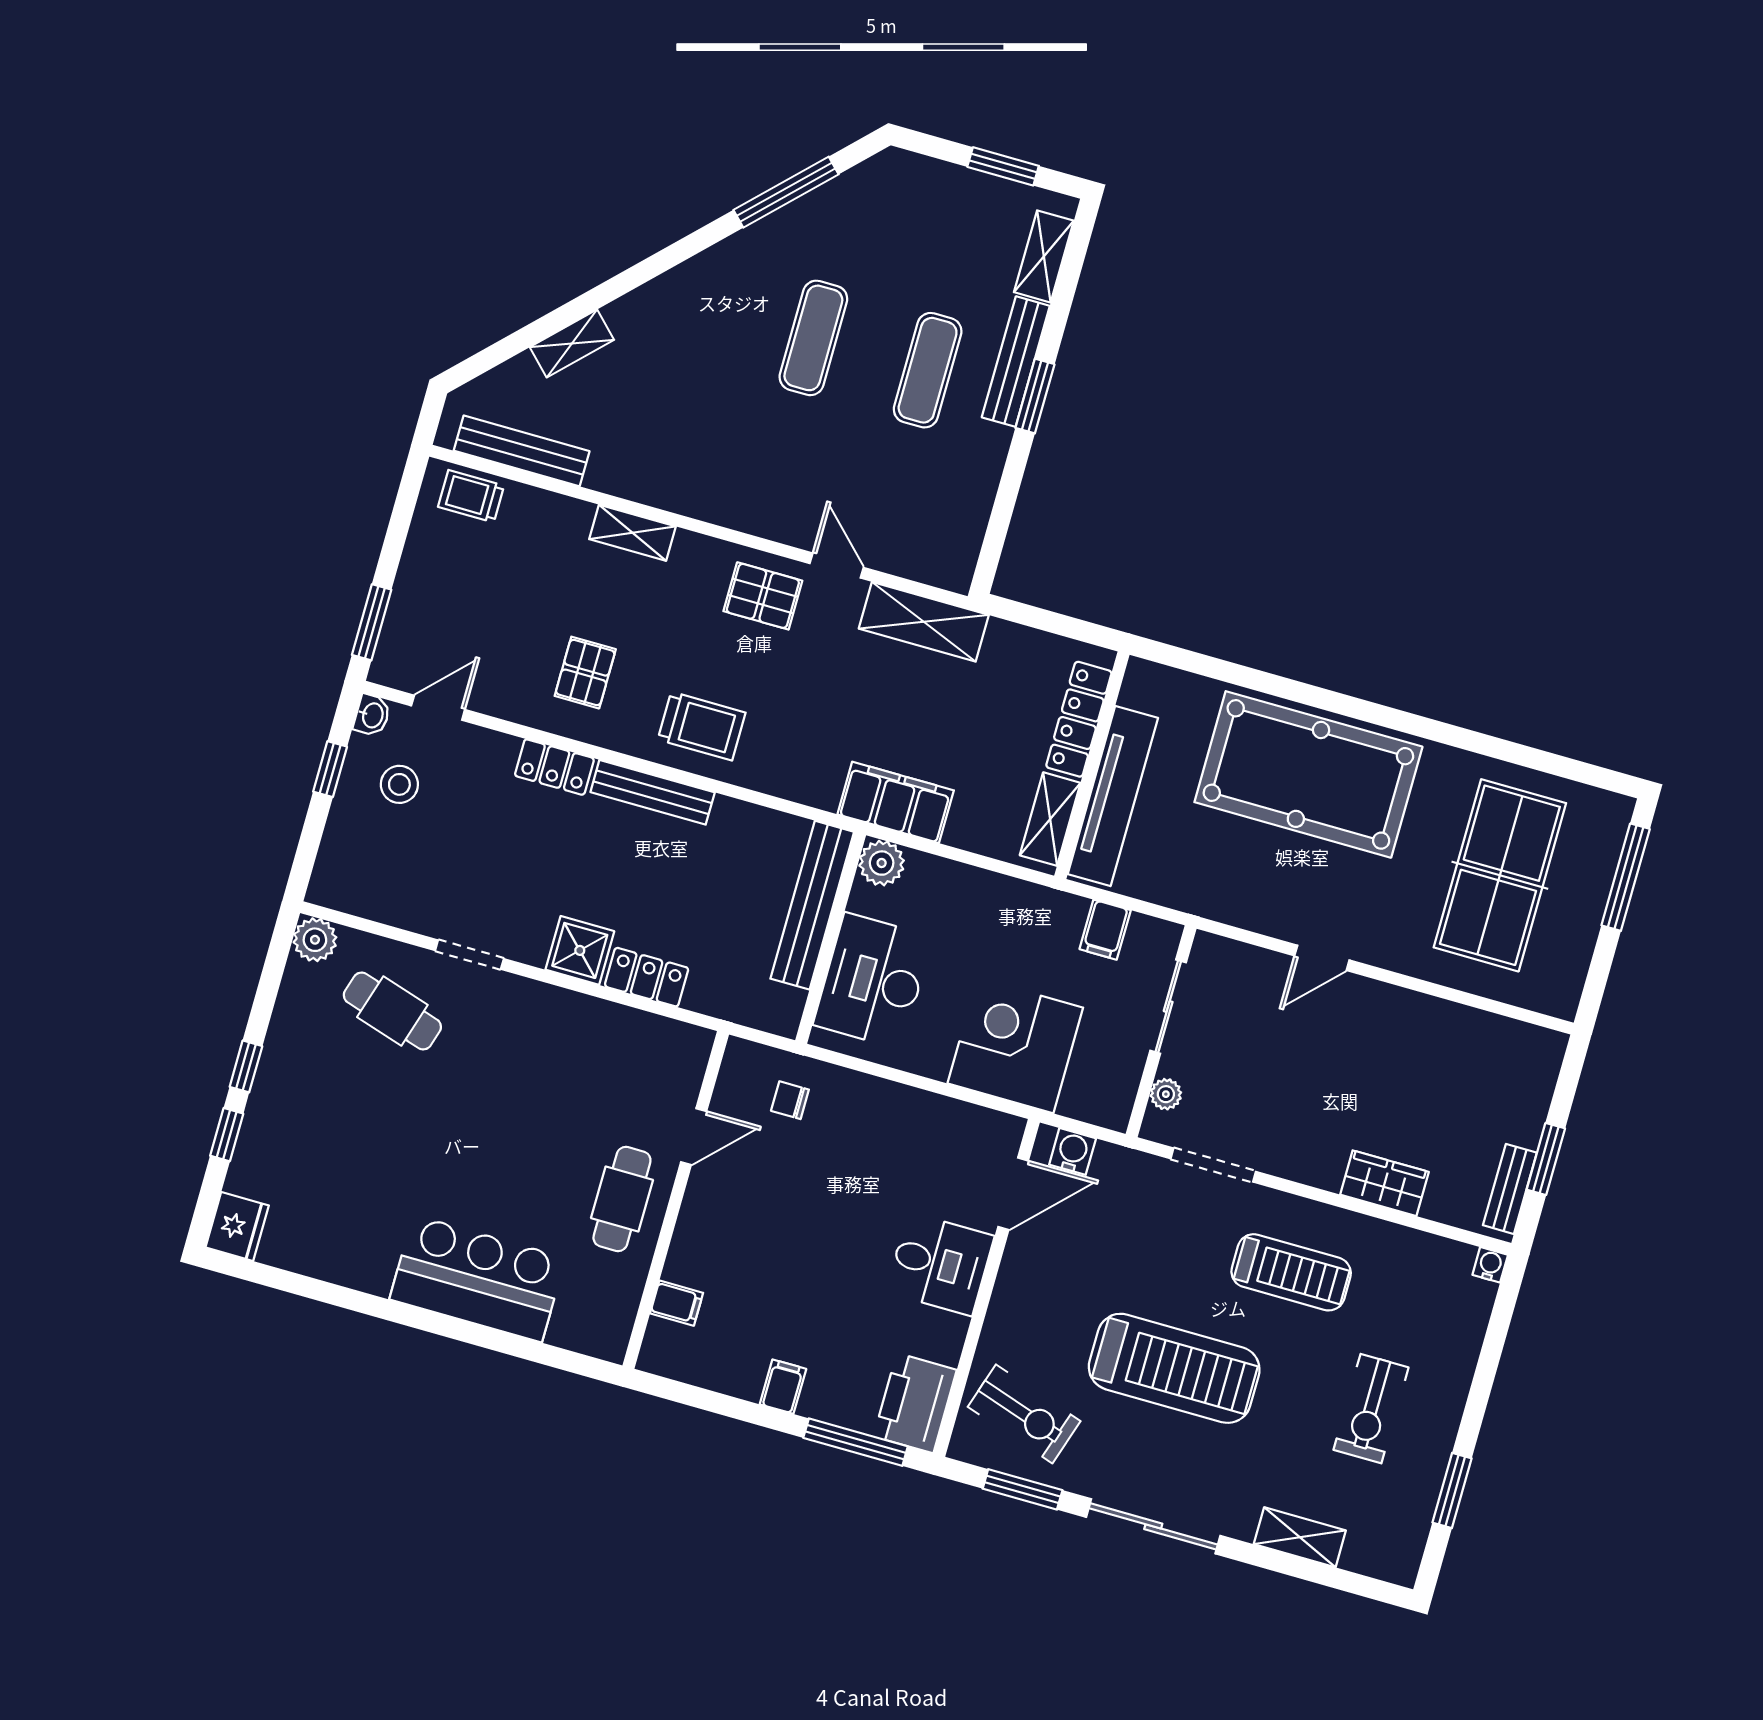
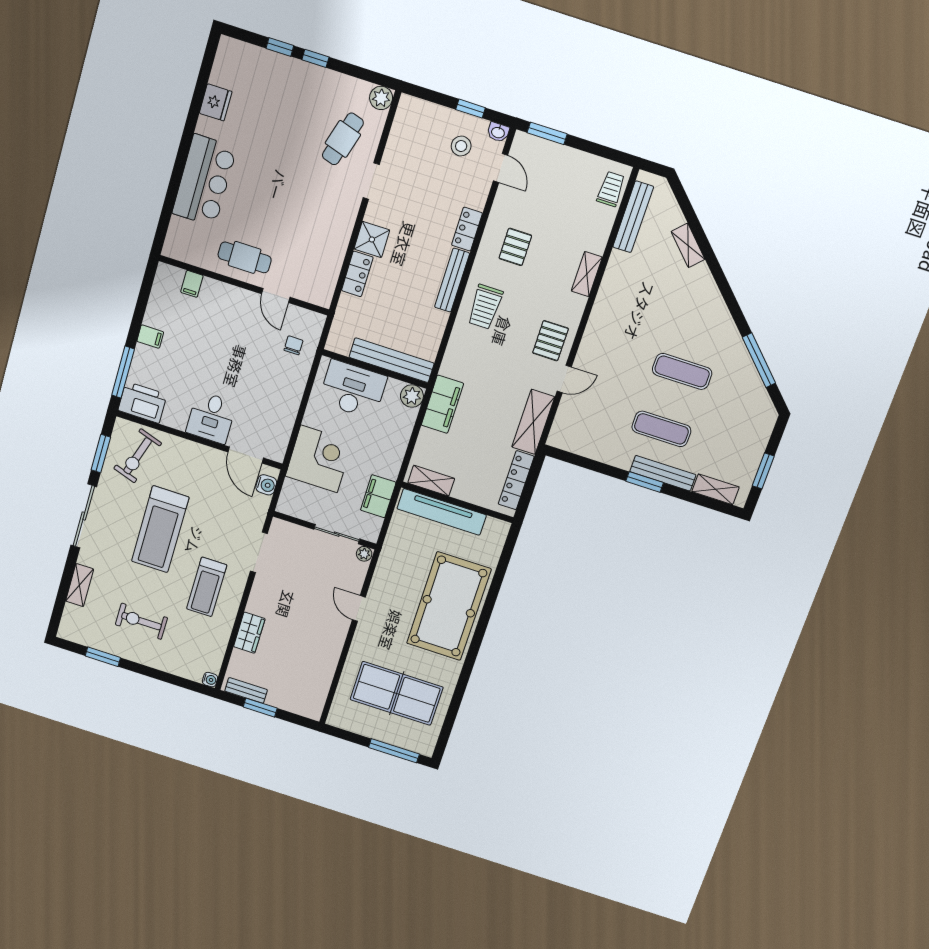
pallet: (585, 673) -> (515, 247), turned 90
locker: (1079, 719) -> (516, 480), moved, turned -90
filing cabinet: (1105, 930) -> (378, 496), width x2.00
plant: (1166, 1094) -> (364, 554), moved
fridge: (237, 1226) -> (216, 102), moved, turned -90

